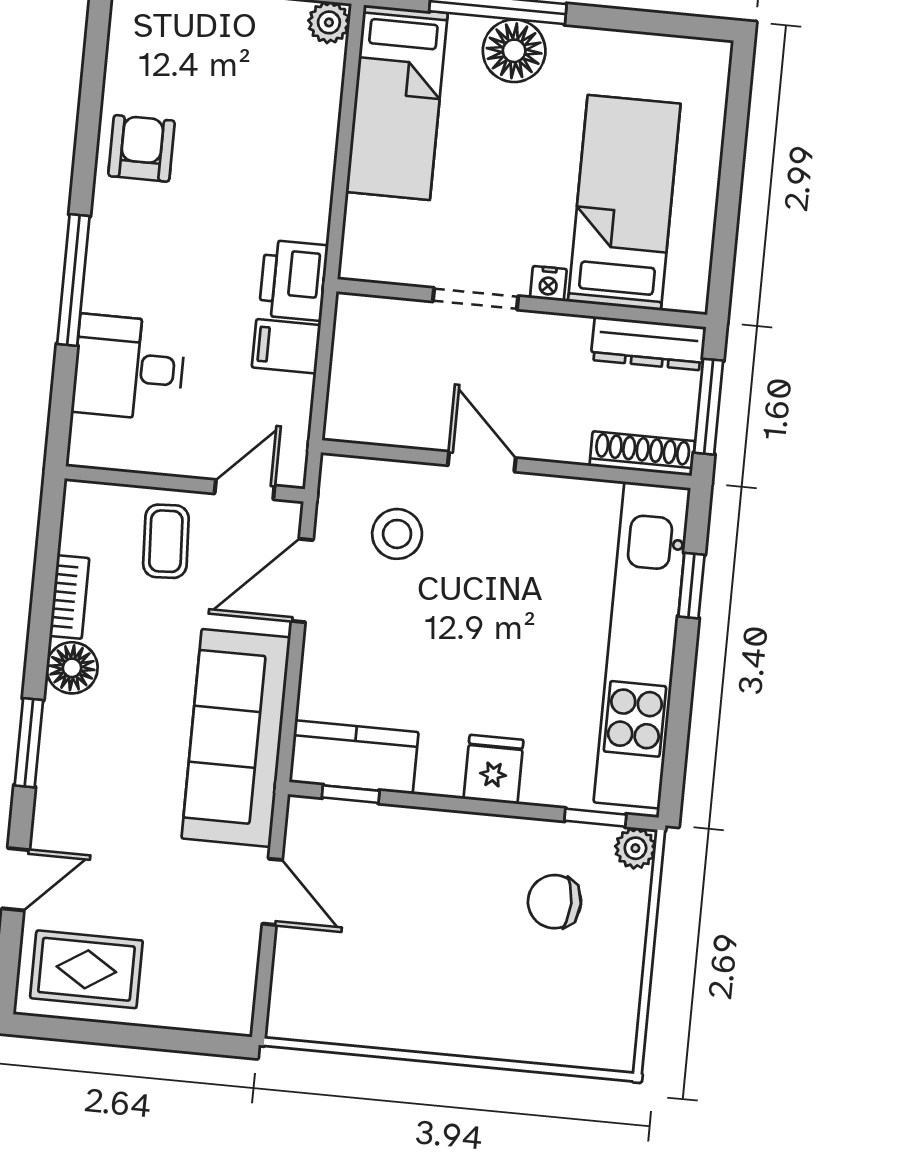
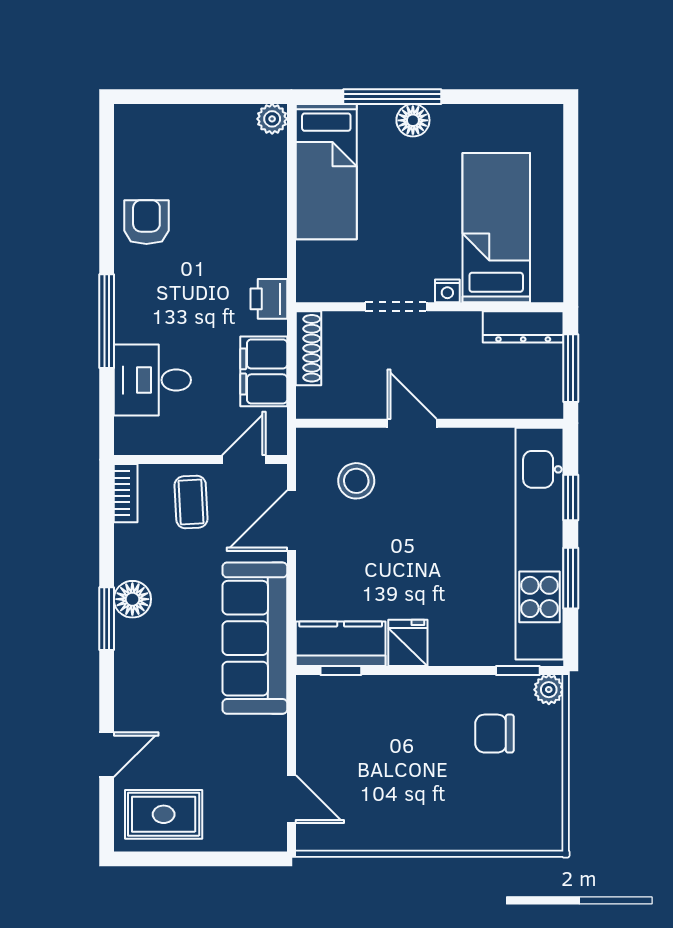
floor lamp: (514, 51) -> (413, 120), width x0.73, depth x0.73
printer: (293, 280) -> (269, 299), width x0.73, depth x0.81
filing cabinet: (286, 346) -> (264, 371), width x2.00
shoe rack: (642, 453) -> (308, 348), moved, turned 90
bookcase: (69, 597) -> (126, 493), moved
window: (681, 697) -> (571, 578), added
window: (29, 743) -> (107, 619), moved
fridge: (493, 769) -> (408, 643), moved
door: (272, 892) -> (291, 799), moved

